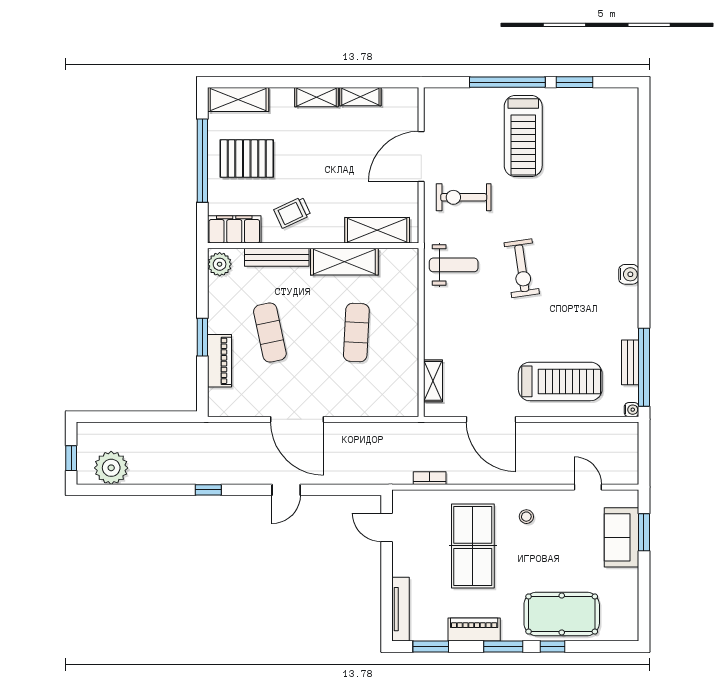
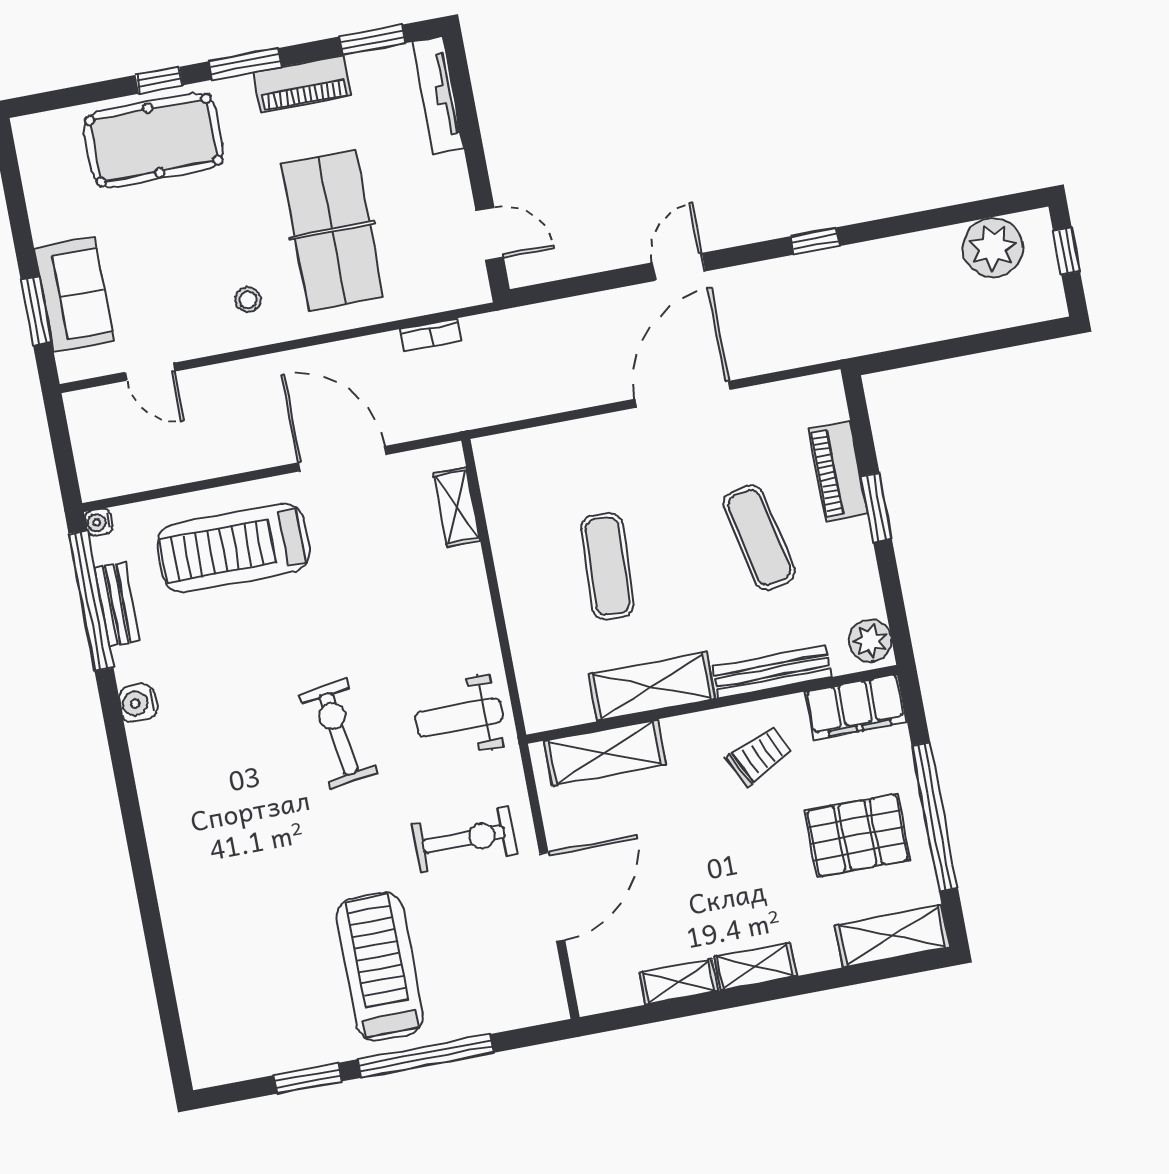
water cooler: (629, 274) -> (138, 703), moved
door: (297, 419) -> (683, 394), hinge flipped

